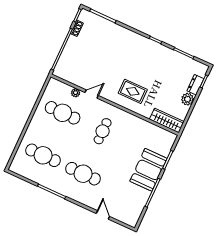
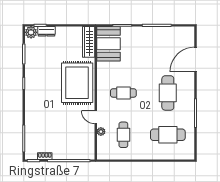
rug: (133, 91) -> (77, 83), width x1.86, depth x2.06
plant: (188, 99) -> (31, 32), moved
cafe table: (63, 113) -> (123, 135), width x0.73, depth x0.74
cafe table: (43, 155) -> (168, 135), turned 90
booth: (148, 170) -> (108, 44), moved, turned 90
door: (103, 215) -> (196, 60), width x1.88

